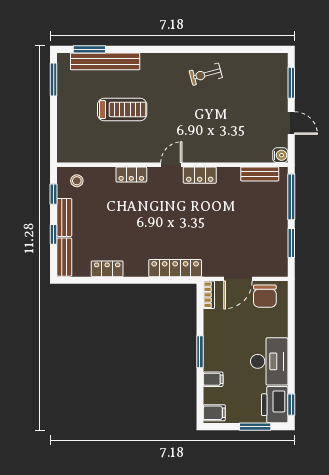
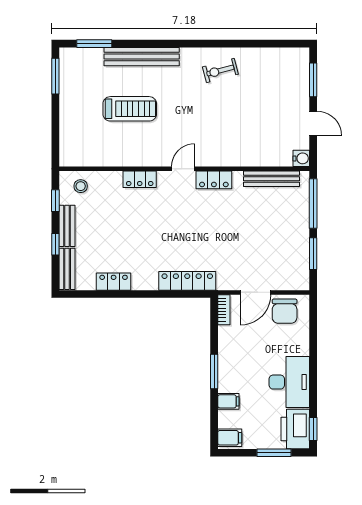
bench: (105, 61) -> (142, 57), moved
bench: (260, 174) -> (272, 179), width x1.36

